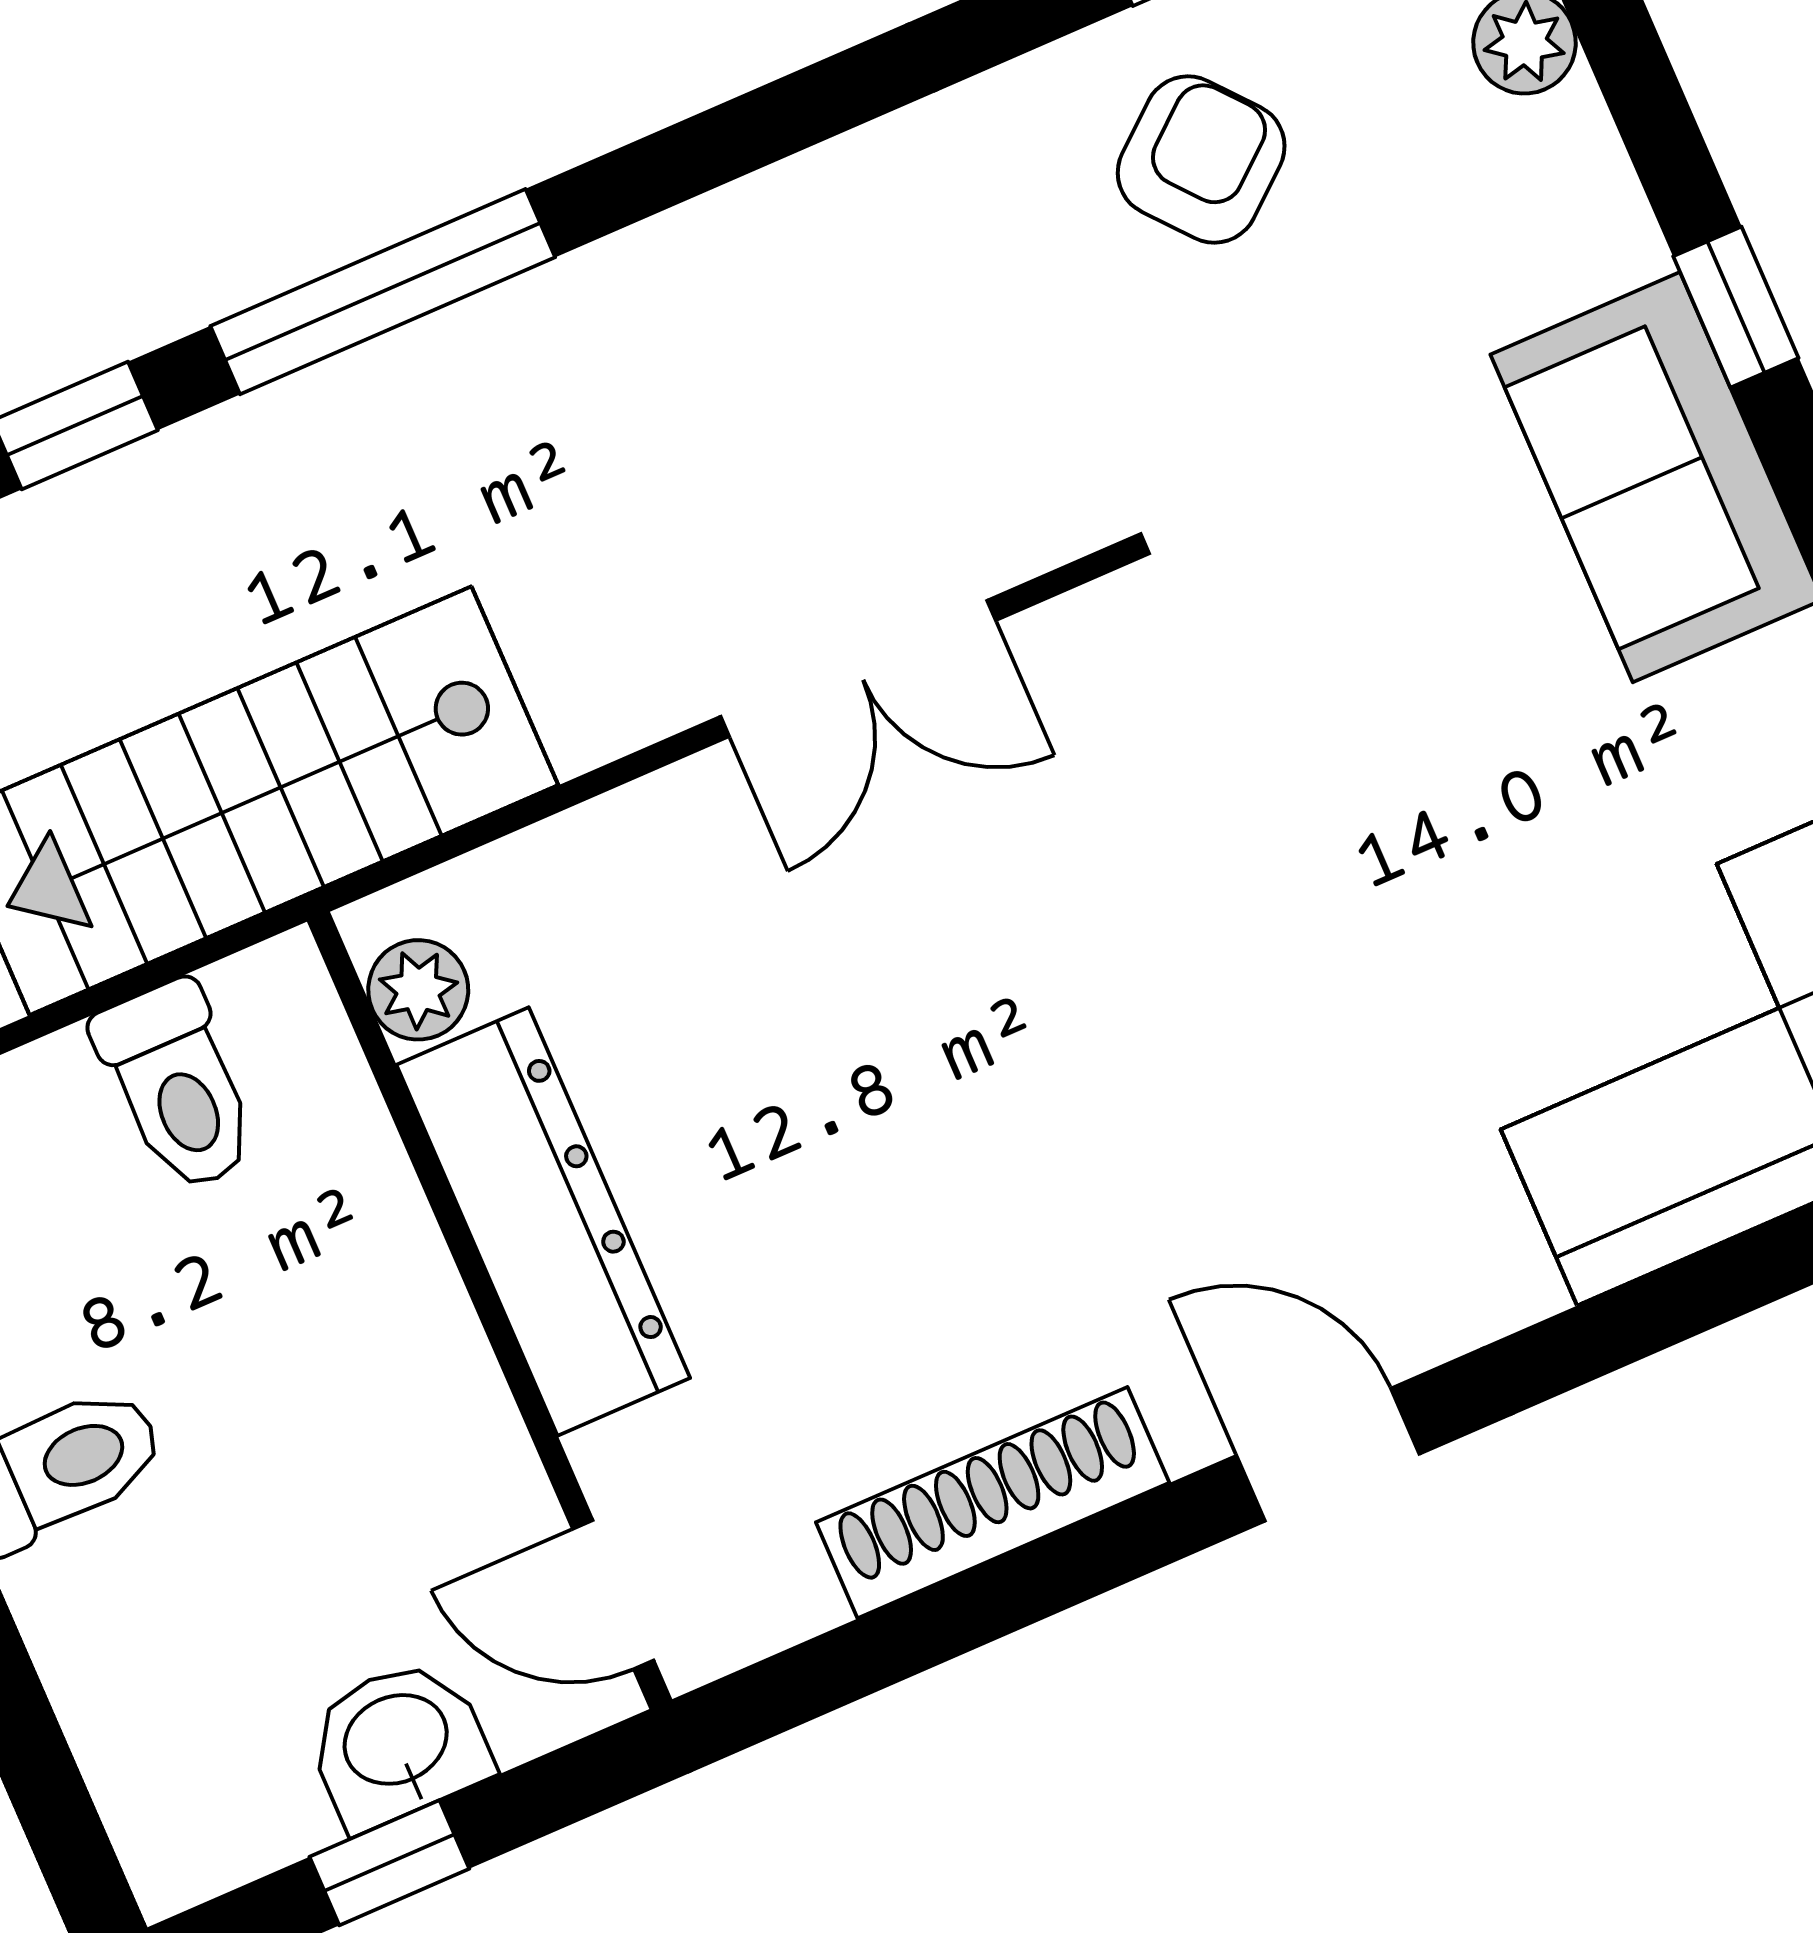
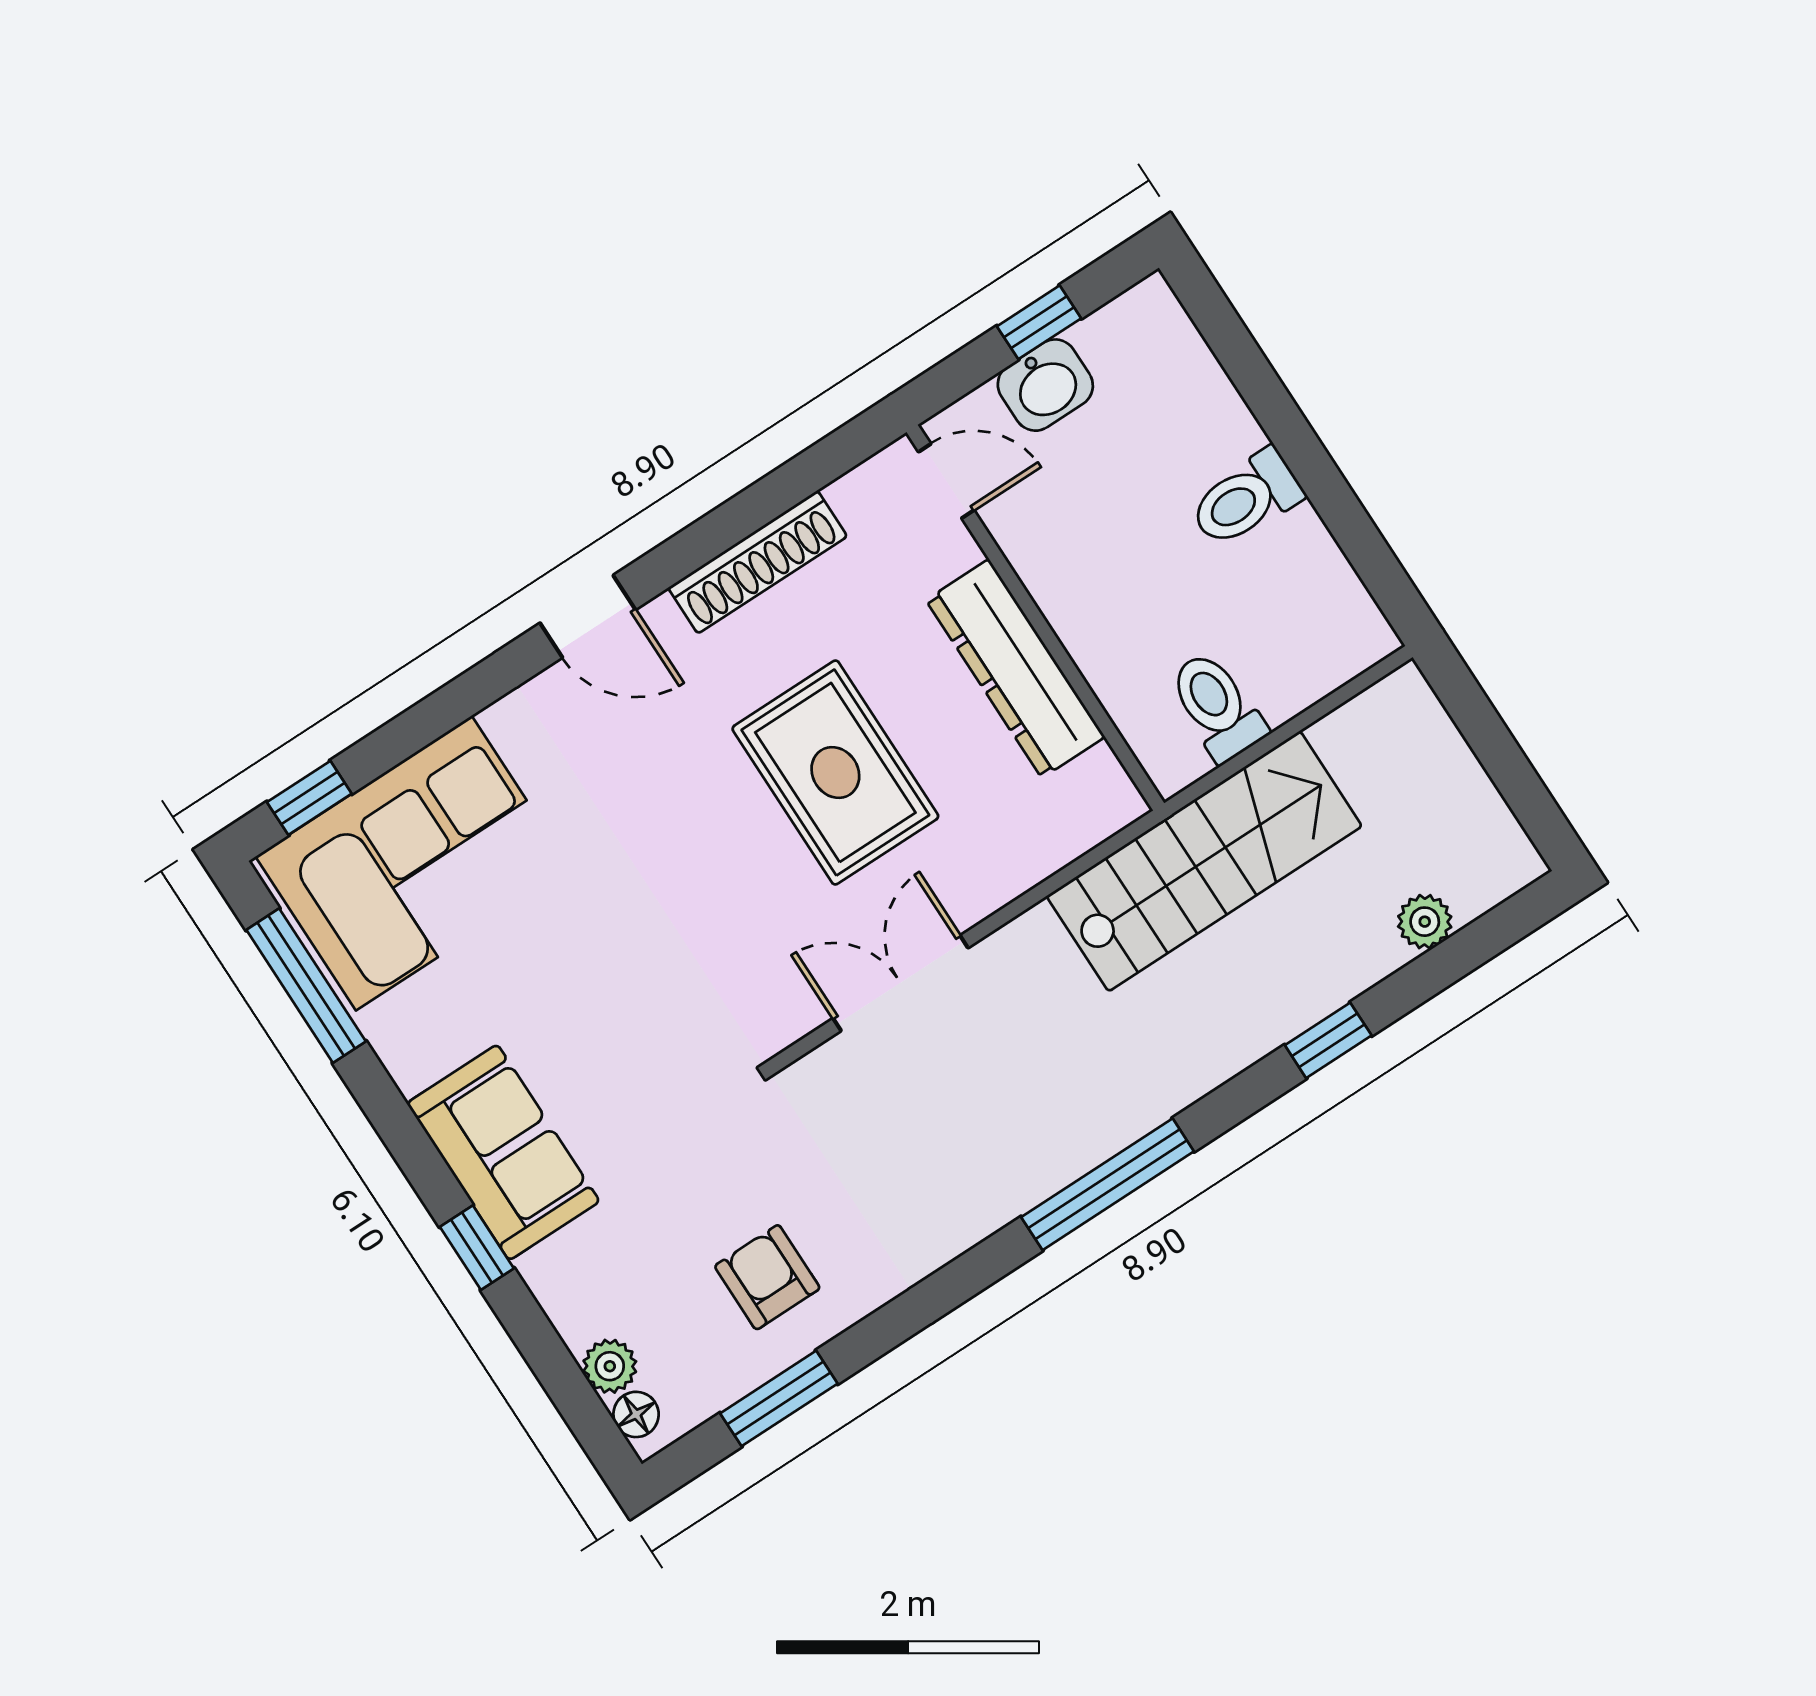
armchair: (1201, 160) -> (767, 1277), turned 130
window: (383, 292) -> (1108, 1184), moved
plant: (418, 990) -> (1101, 778), removed
rug: (914, 1084) -> (835, 772), added

